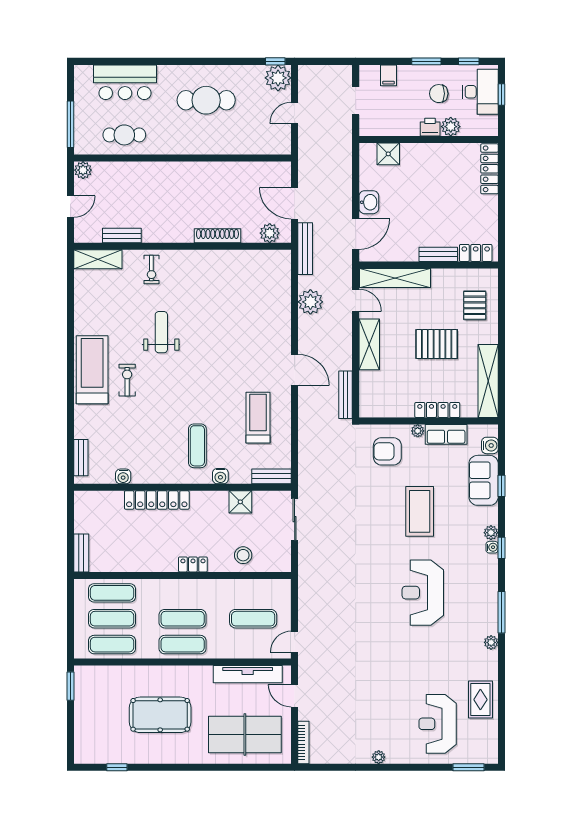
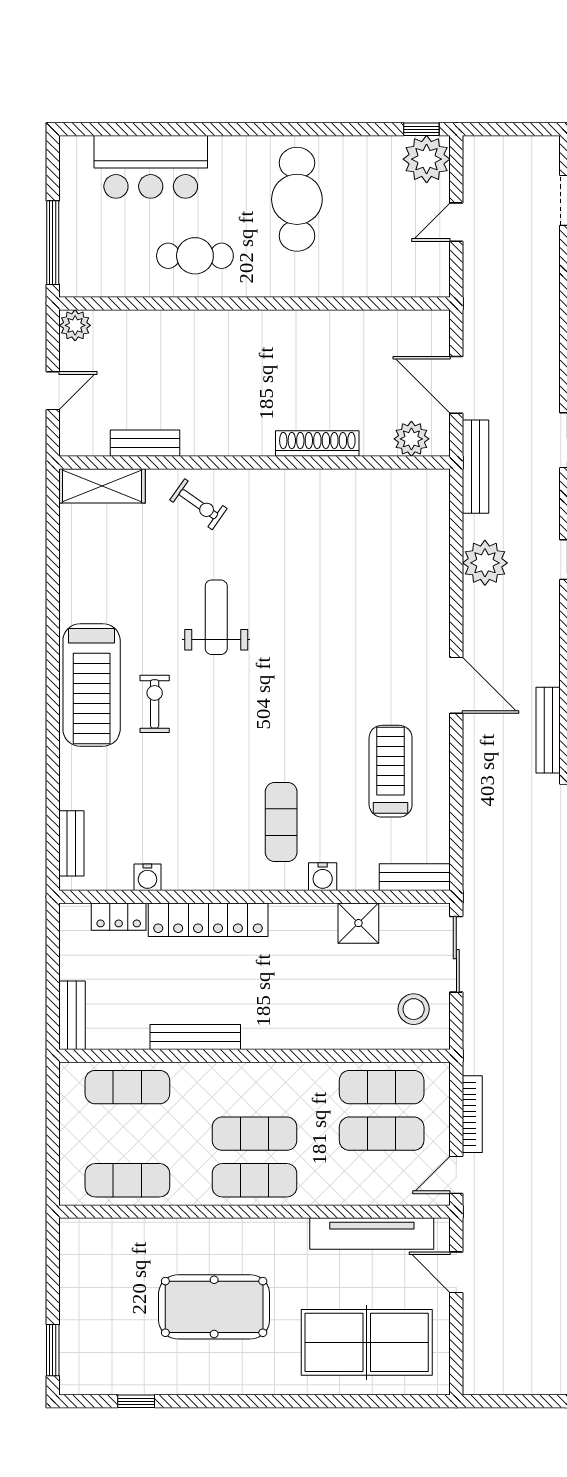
cafe table: (206, 100) -> (297, 199), turned 90
cafe table: (124, 135) -> (195, 256), moved
exercise bike: (151, 269) -> (198, 504), turned -55
treadmill: (92, 370) -> (92, 685), turned 180
stool: (243, 555) -> (414, 1009), moved
locker: (193, 564) -> (119, 917), moved, turned 180
bench: (150, 565) -> (195, 1037), added
exercise mat: (112, 619) -> (382, 1087), moved
window: (71, 686) -> (53, 1350), moved
bookcase: (303, 742) -> (472, 1114), moved

